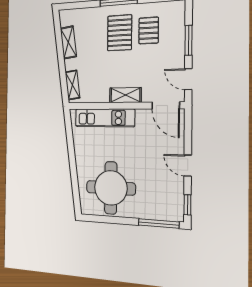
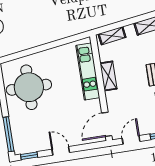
shelving: (125, 95) -> (108, 76), moved
door: (188, 166) -> (61, 151), hinge flipped

